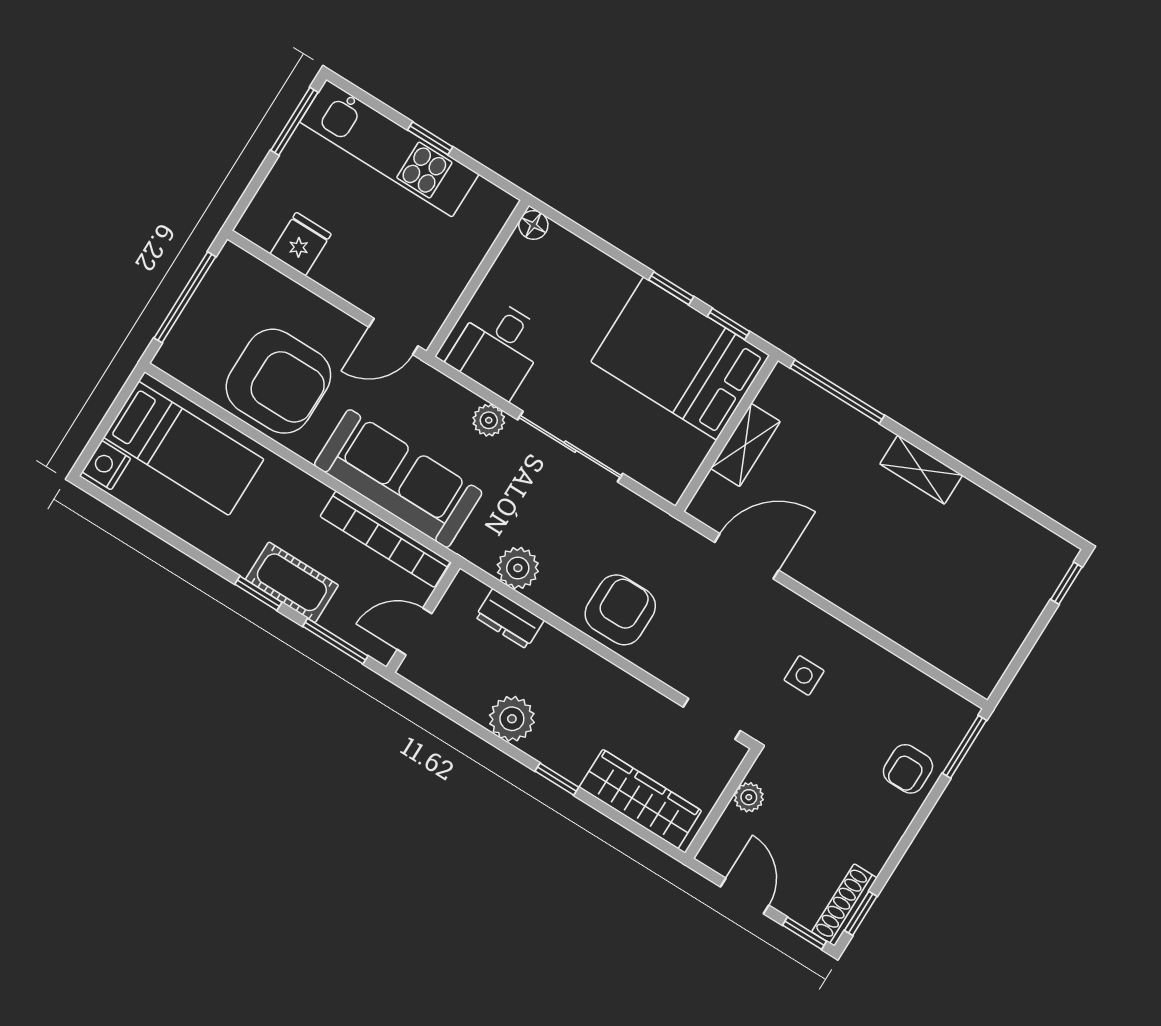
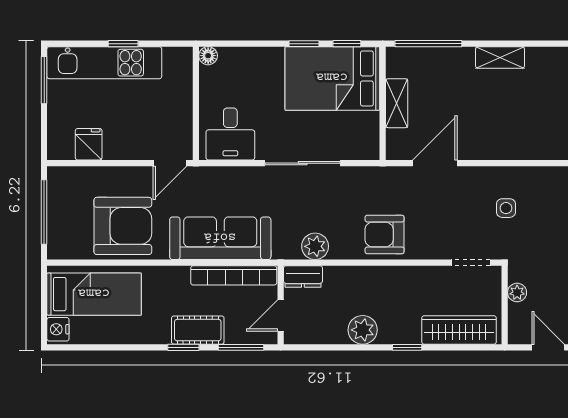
plant: (489, 420) -> (250, 176), removed
armchair: (620, 610) -> (385, 234), turned -90
dresser: (510, 619) -> (303, 277), moved

